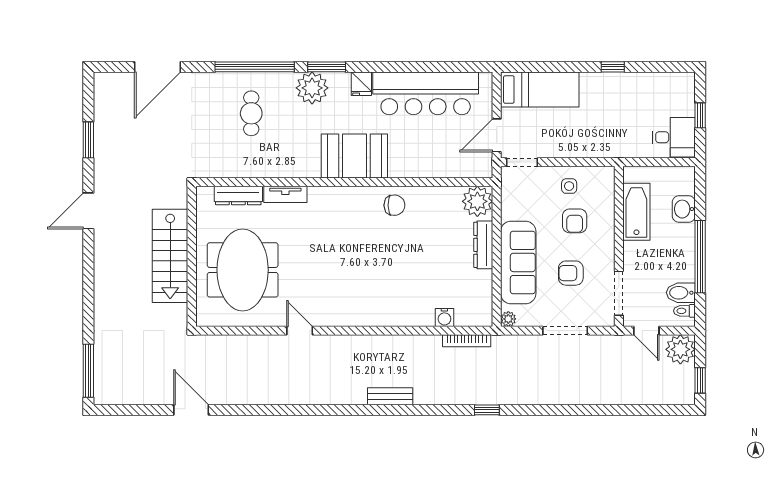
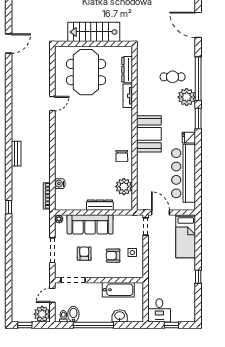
plant: (312, 88) -> (187, 97), moved
plant: (477, 201) -> (124, 187), moved
meeting table: (243, 270) -> (86, 72), turned 90

